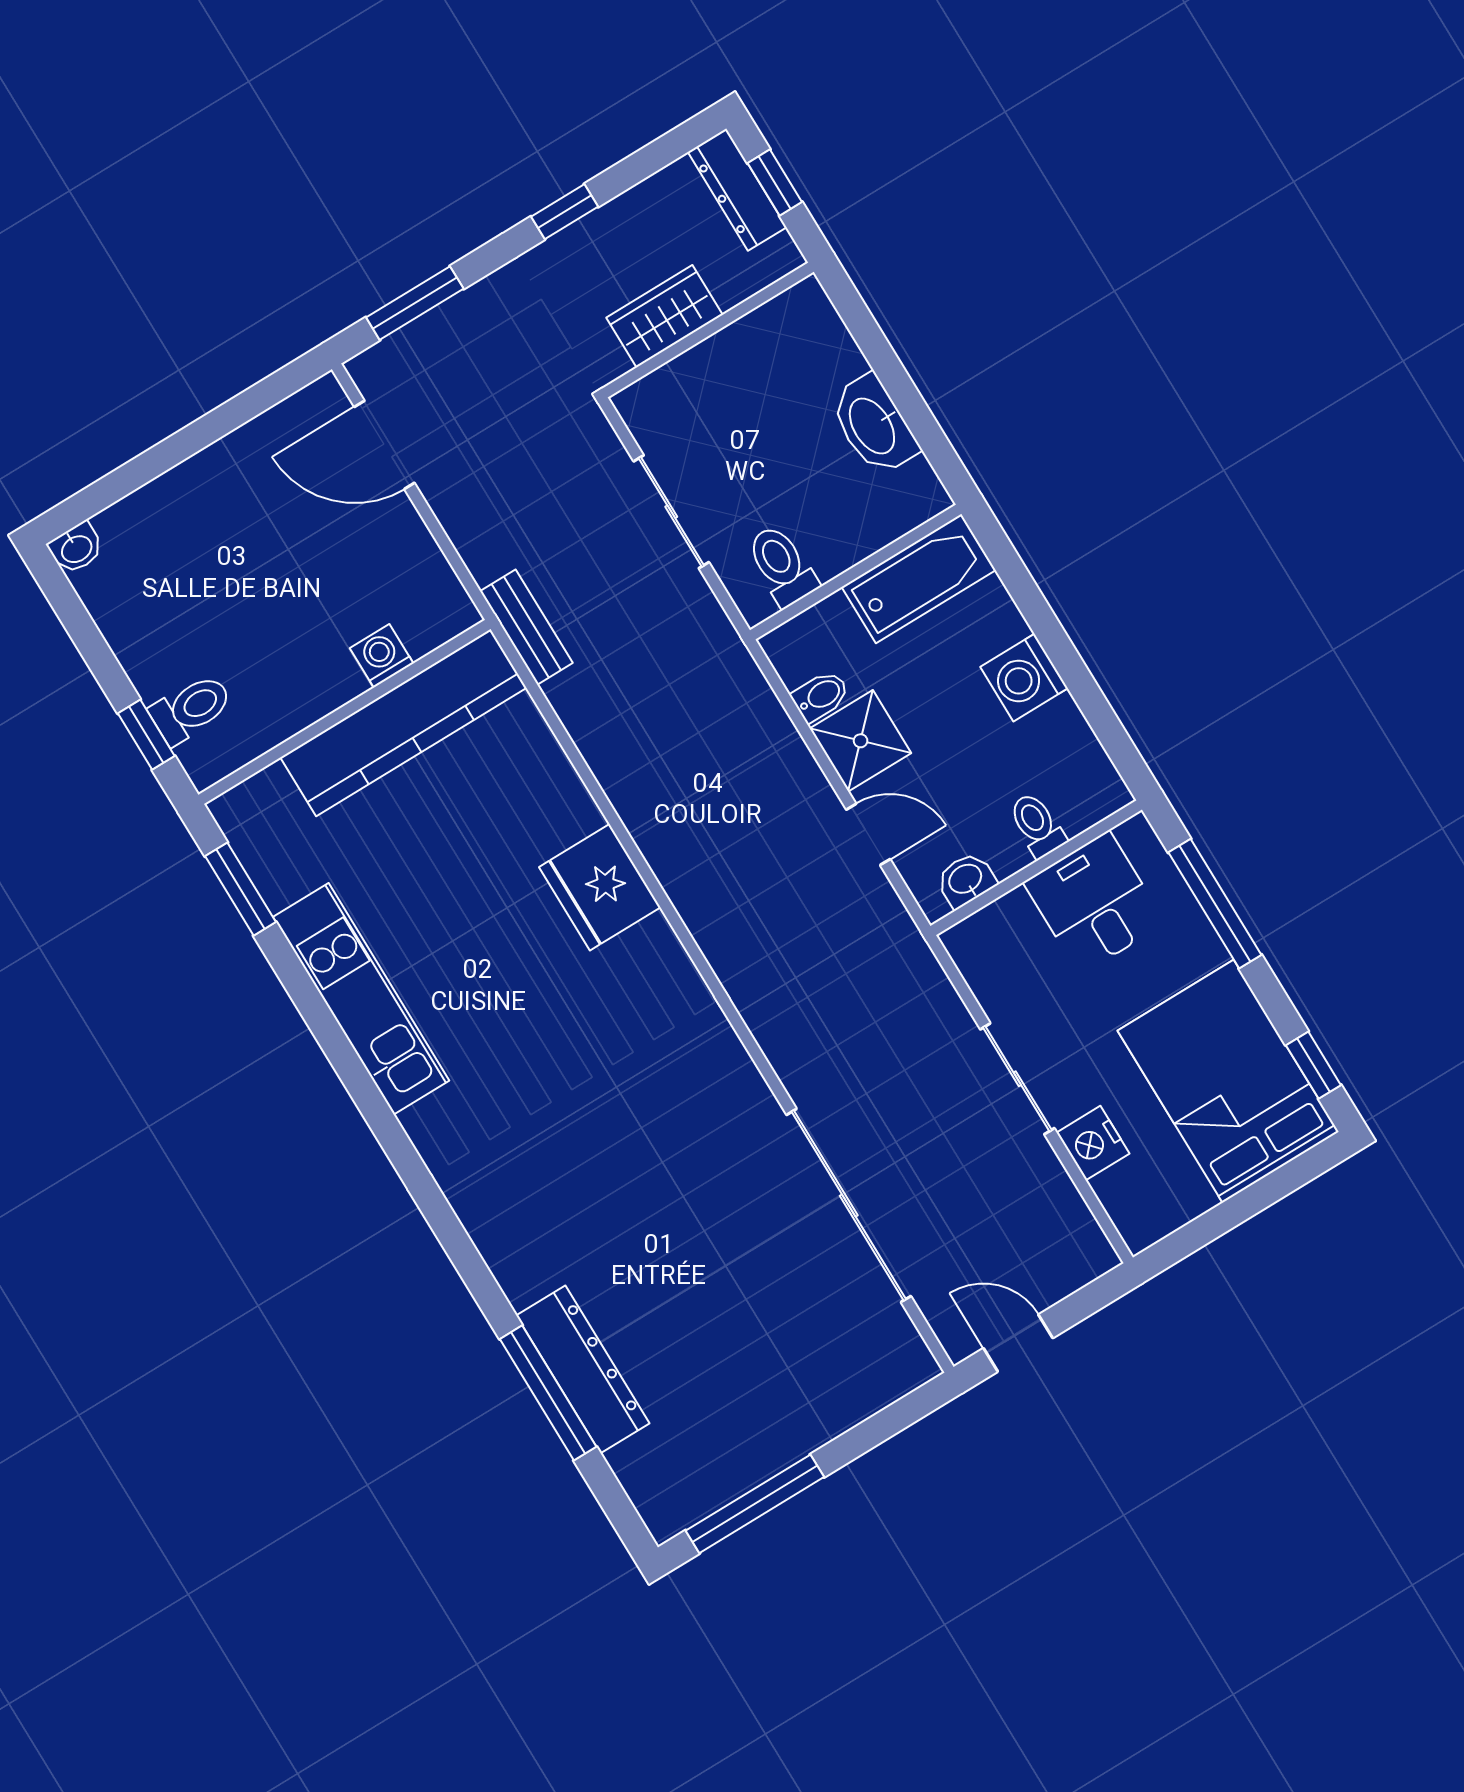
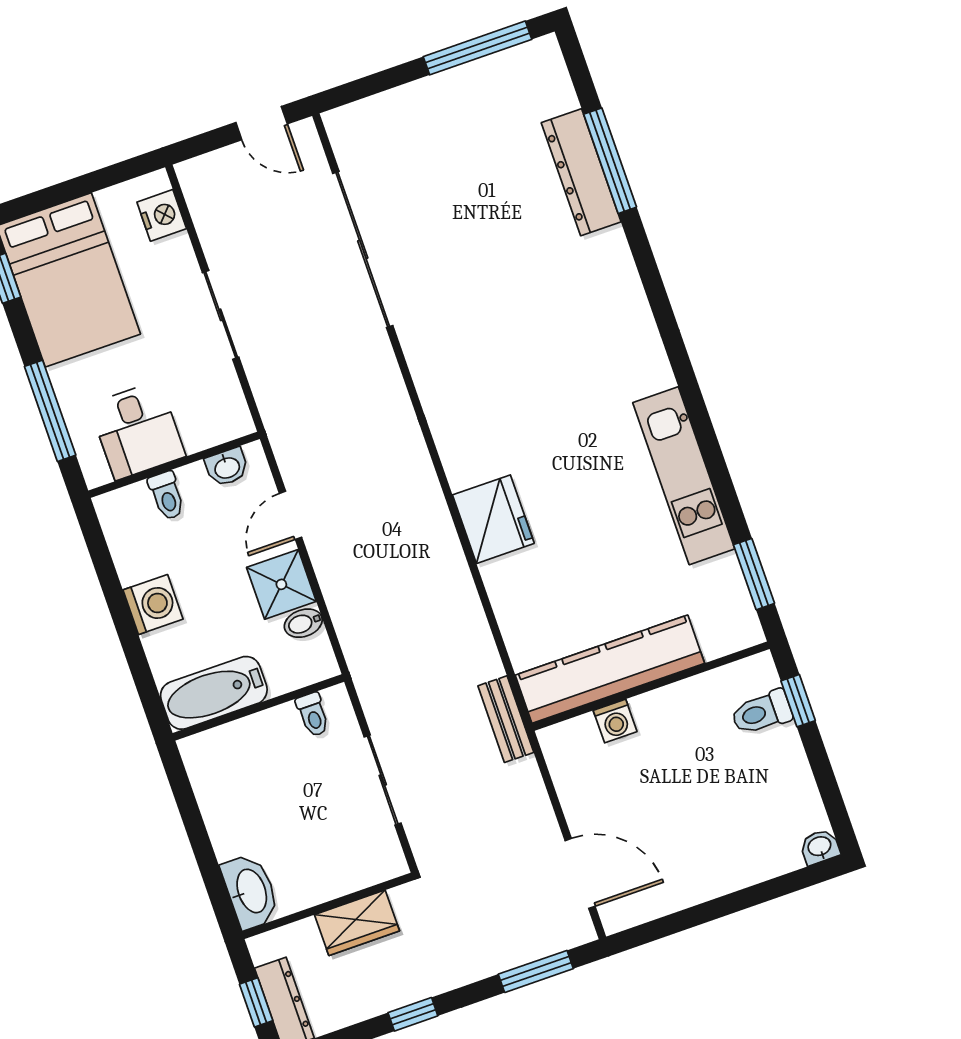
washbasin: (873, 425) -> (251, 891), moved
toilet: (782, 566) -> (313, 715), width x0.73, depth x0.72
door: (868, 834) -> (291, 515), hinge flipped
nightstand: (1093, 1143) -> (162, 215), moved

